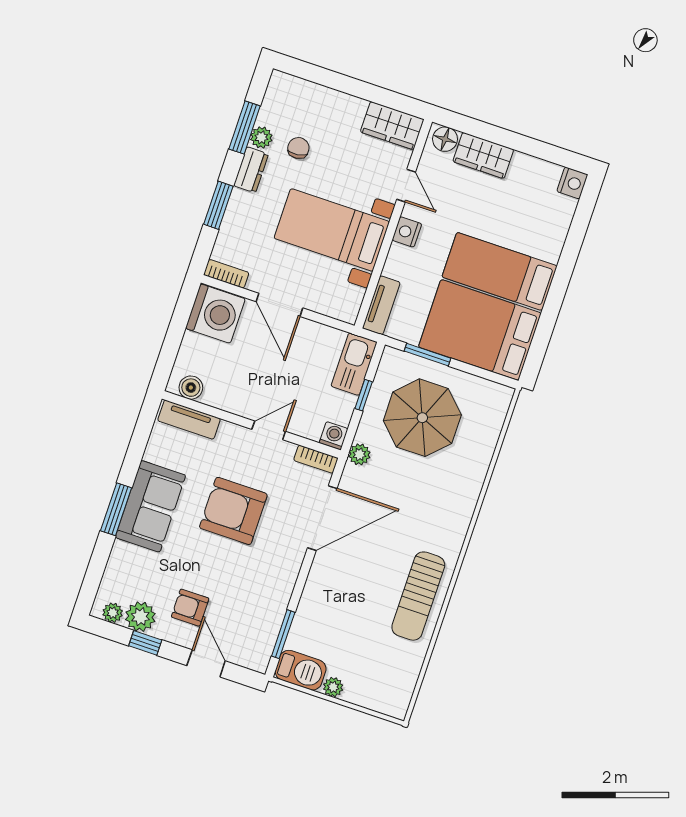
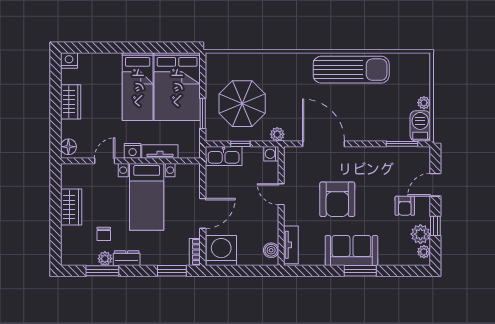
wardrobe: (392, 126) -> (71, 207), moved
chair: (298, 148) -> (104, 234), turned -83
wardrobe: (483, 155) -> (71, 102), moved
window: (218, 205) -> (172, 271), moved
tv unit: (381, 305) -> (160, 151), moved
bookcase: (316, 459) -> (289, 160), removed
sun lounger: (418, 596) -> (351, 70), width x1.36, depth x1.34

